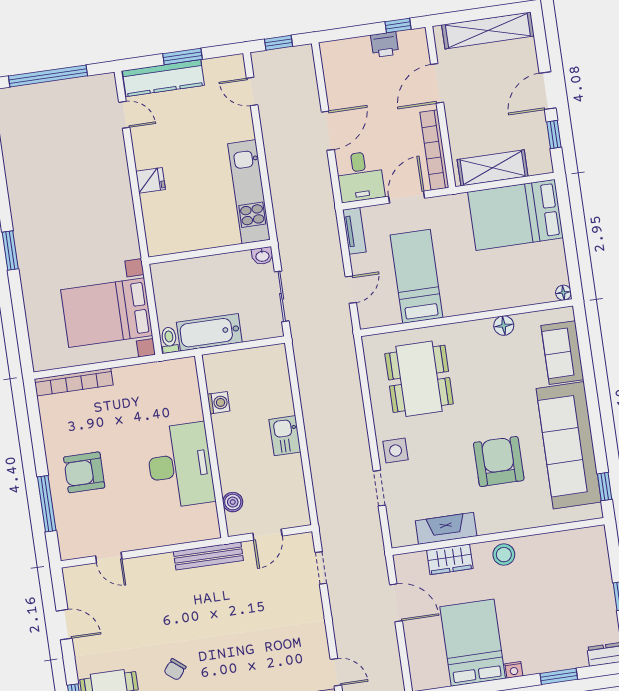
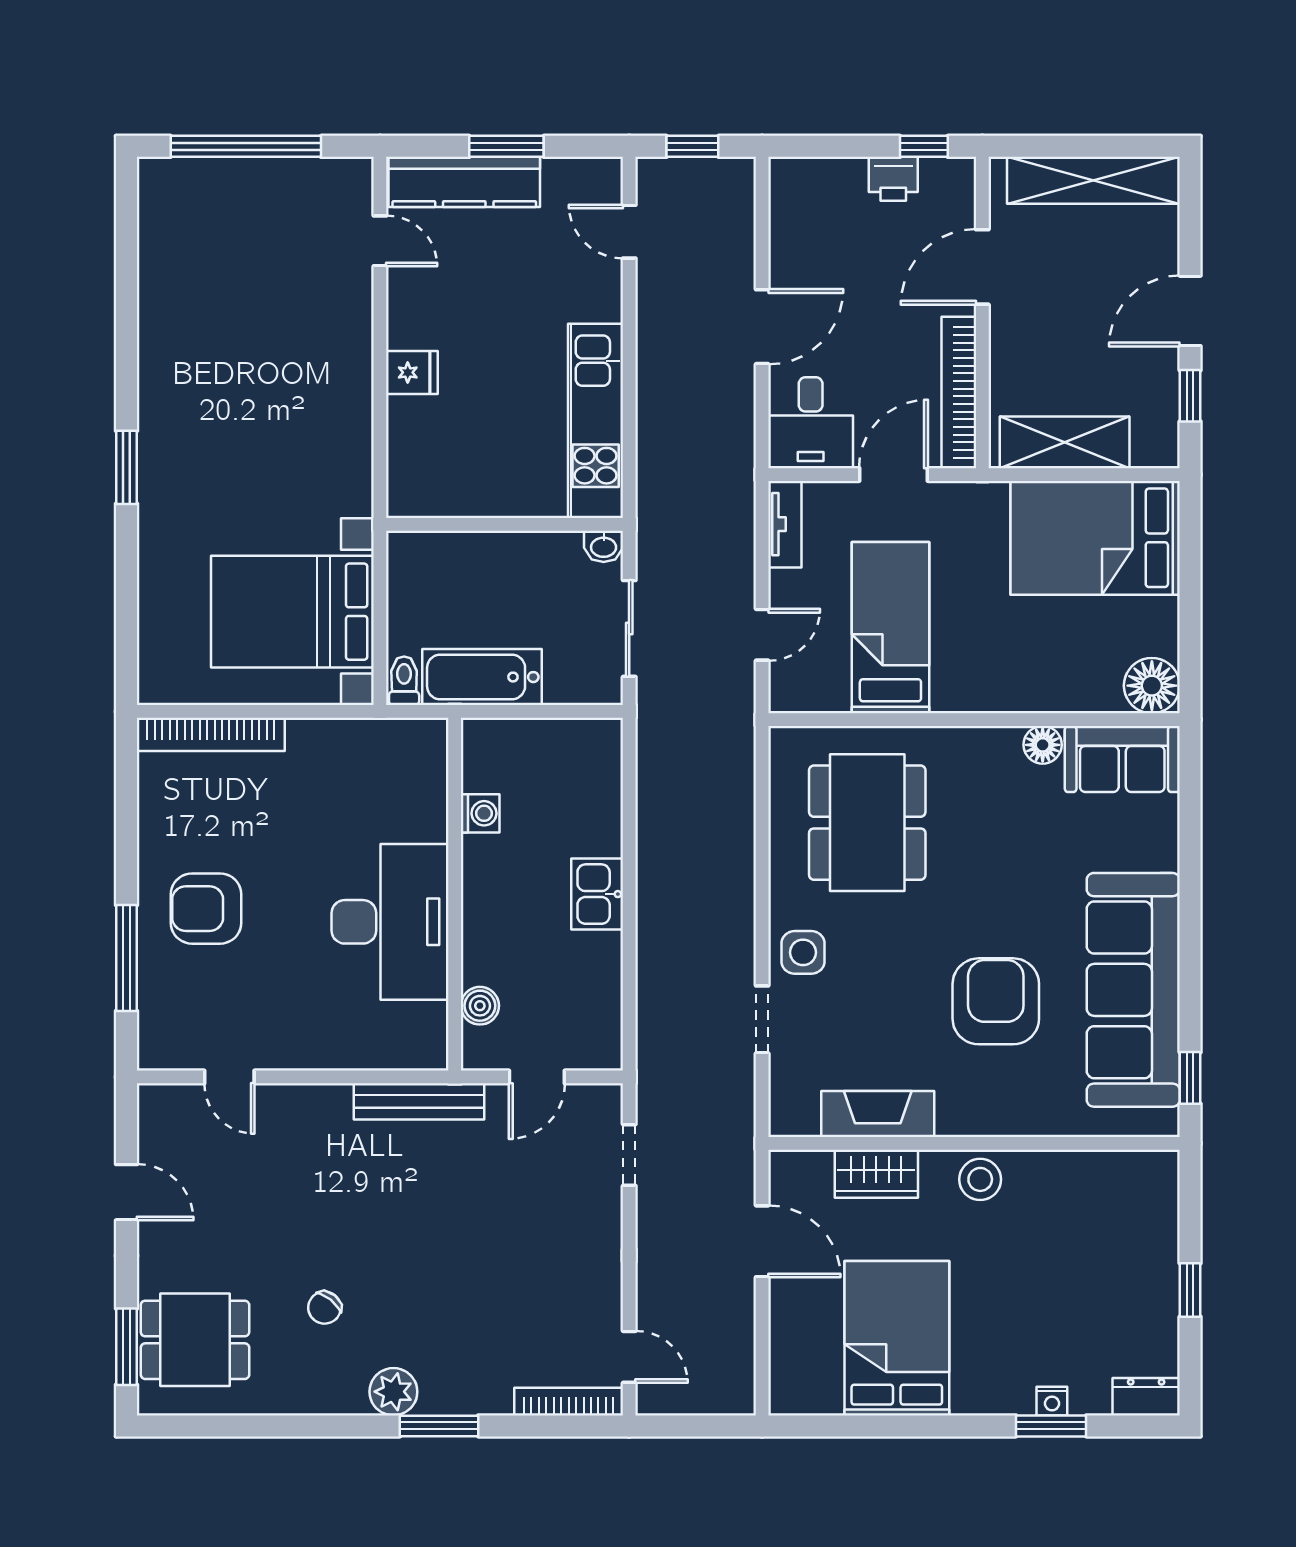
floor lamp: (563, 293) -> (1152, 686), width x1.89, depth x1.89
sofa: (562, 353) -> (1122, 759), moved, turned -90
nightstand: (514, 670) -> (1052, 1401), moved

